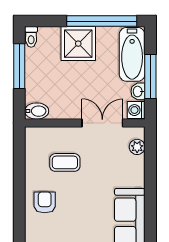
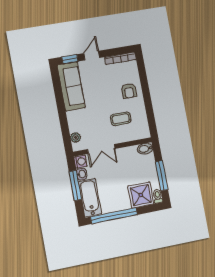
shower: (78, 44) -> (141, 195), moved

